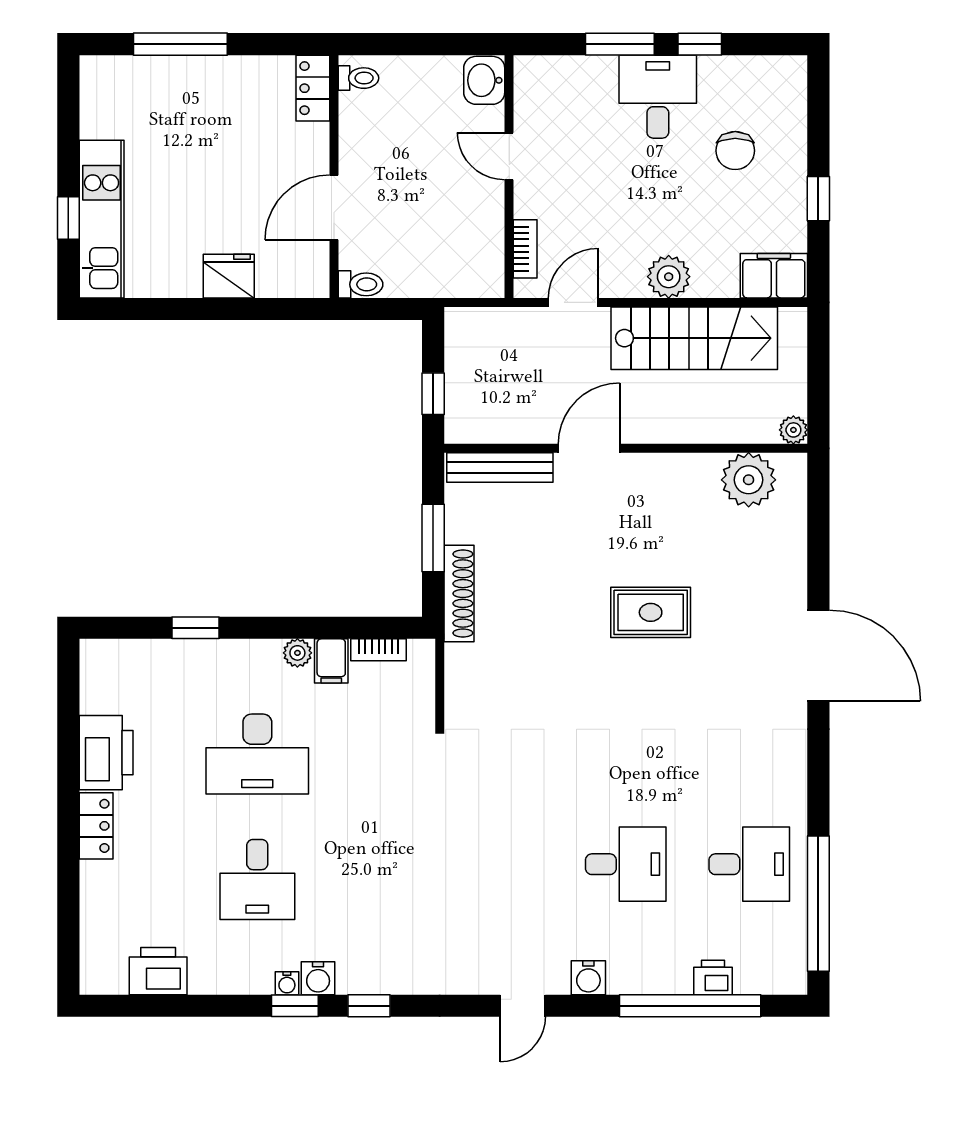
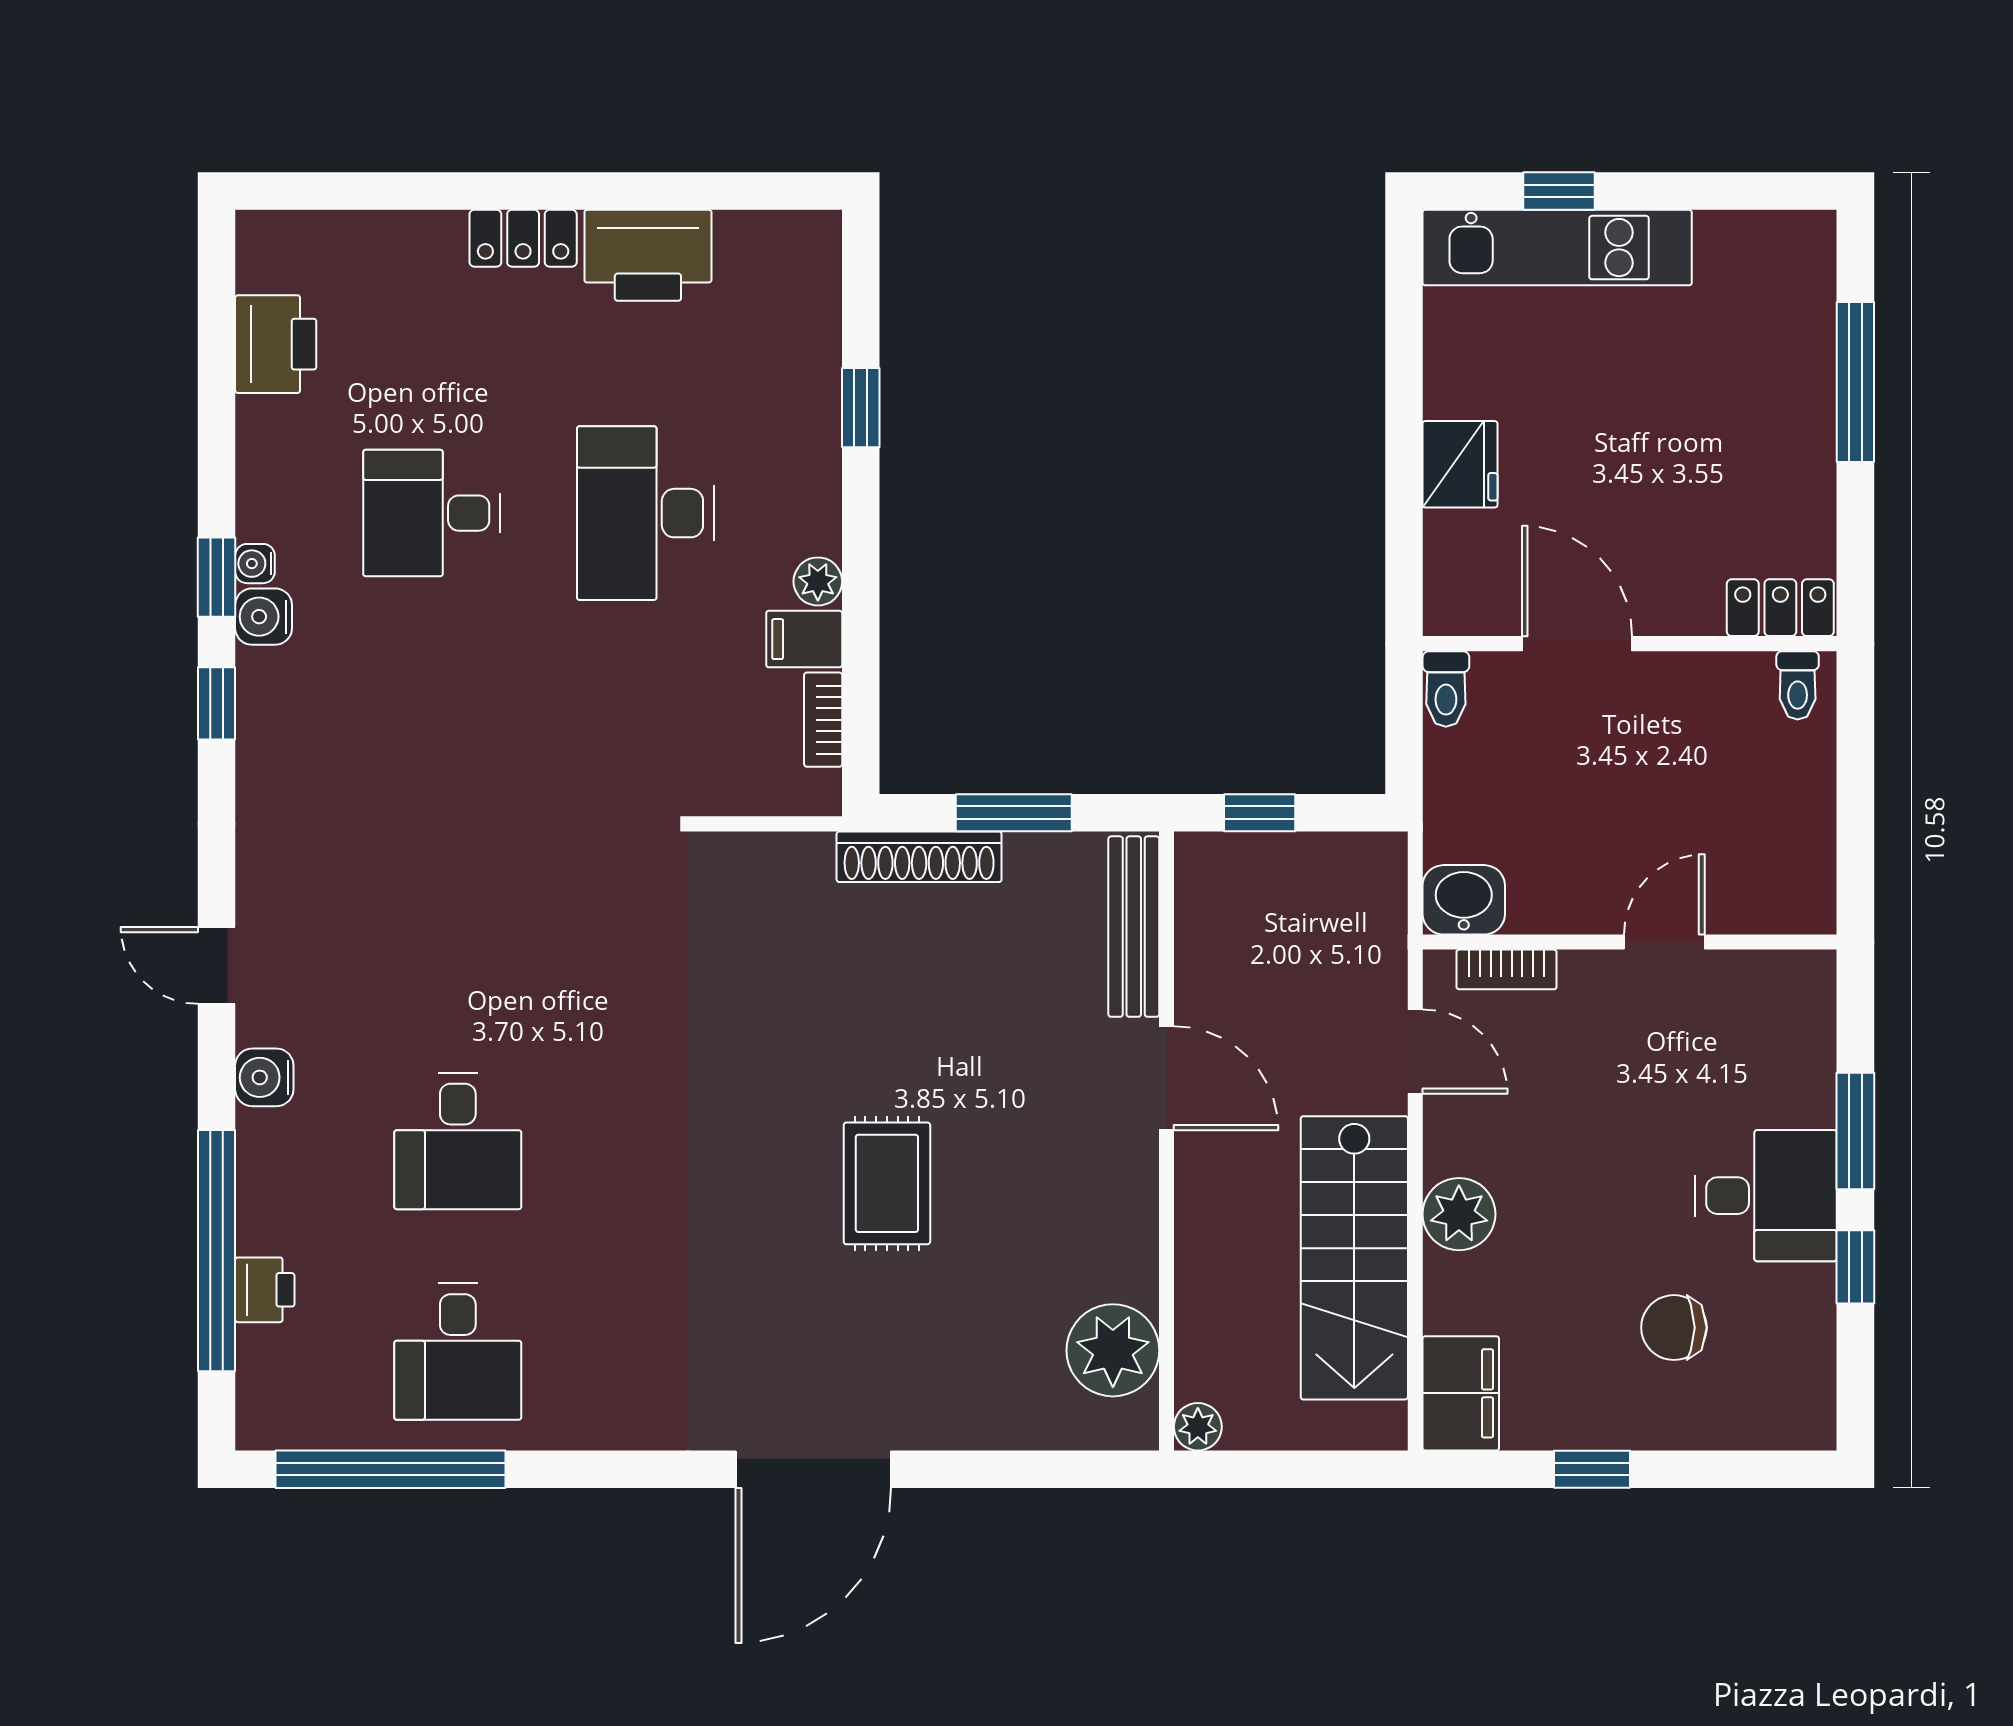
washbasin: (484, 80) -> (1464, 900), moved

